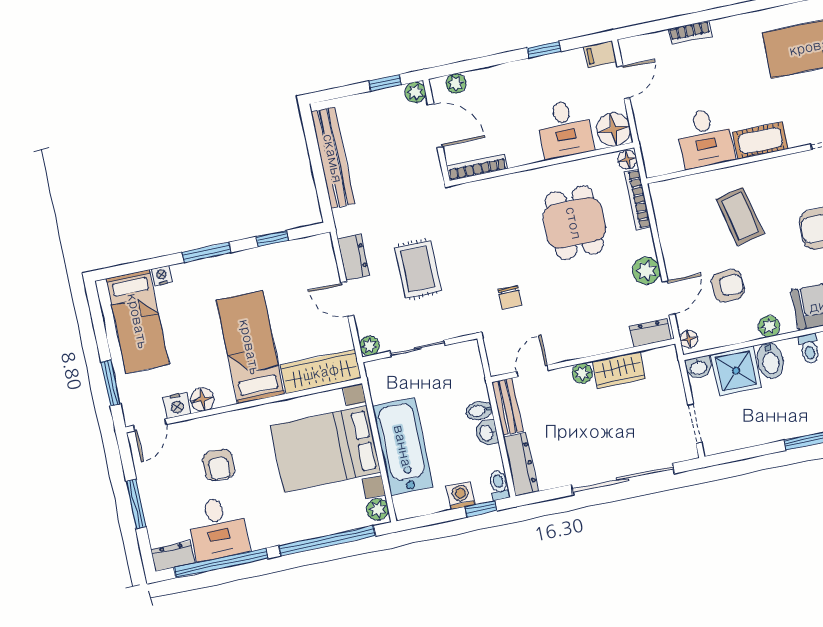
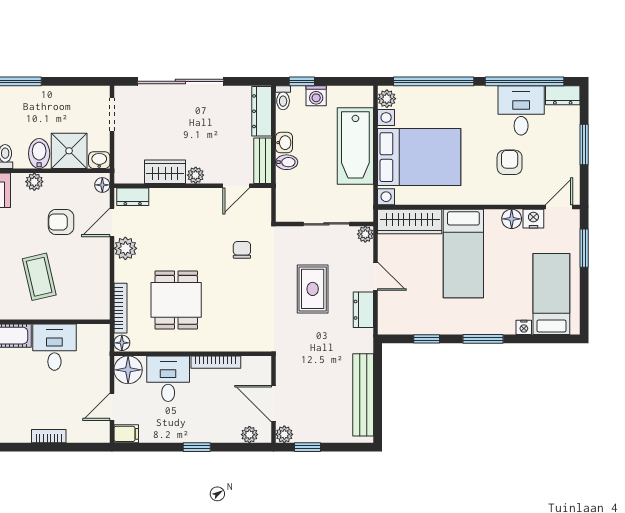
window: (544, 50) -> (197, 447), moved
bookcase: (477, 167) -> (216, 362), moved

